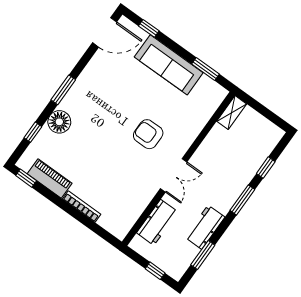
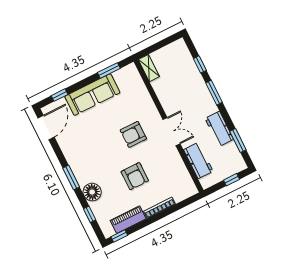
armchair: (102, 160) -> (135, 176), added

